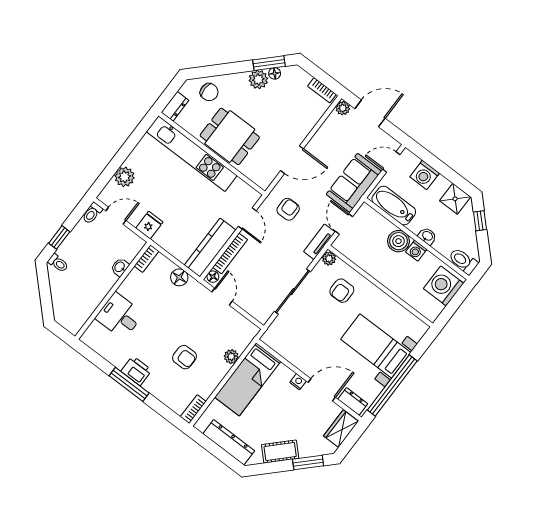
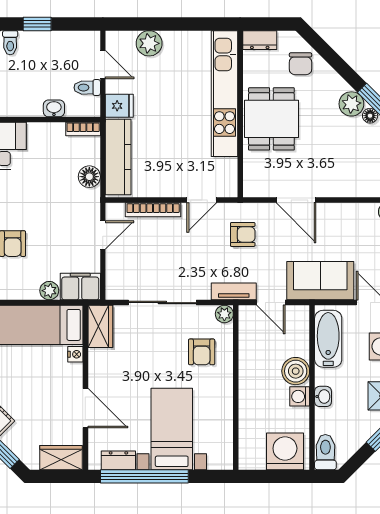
toilet: (92, 213) -> (87, 88), moved
door: (344, 224) -> (271, 303), swing flipped
kitchen counter: (210, 248) -> (118, 157), moved, turned 90
floor lamp: (213, 277) -> (116, 210), removed
armchair: (342, 291) -> (202, 352), turned -90
filing cabinet: (243, 335) -> (80, 287), added
wardrobe: (278, 342) -> (100, 326), added
nightstand: (298, 382) -> (75, 354), moved
dresser: (353, 401) -> (118, 460), moved, turned -90

